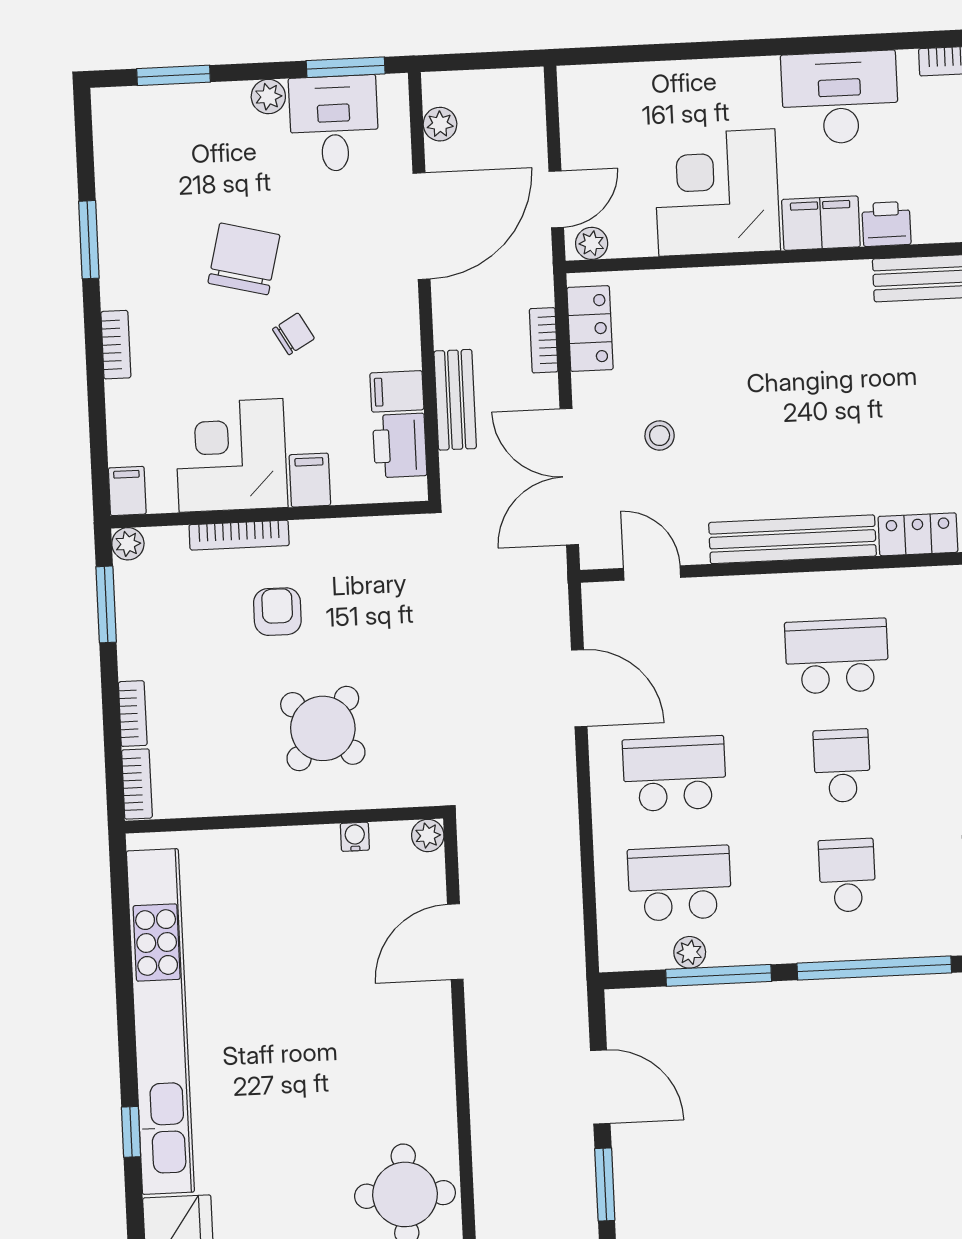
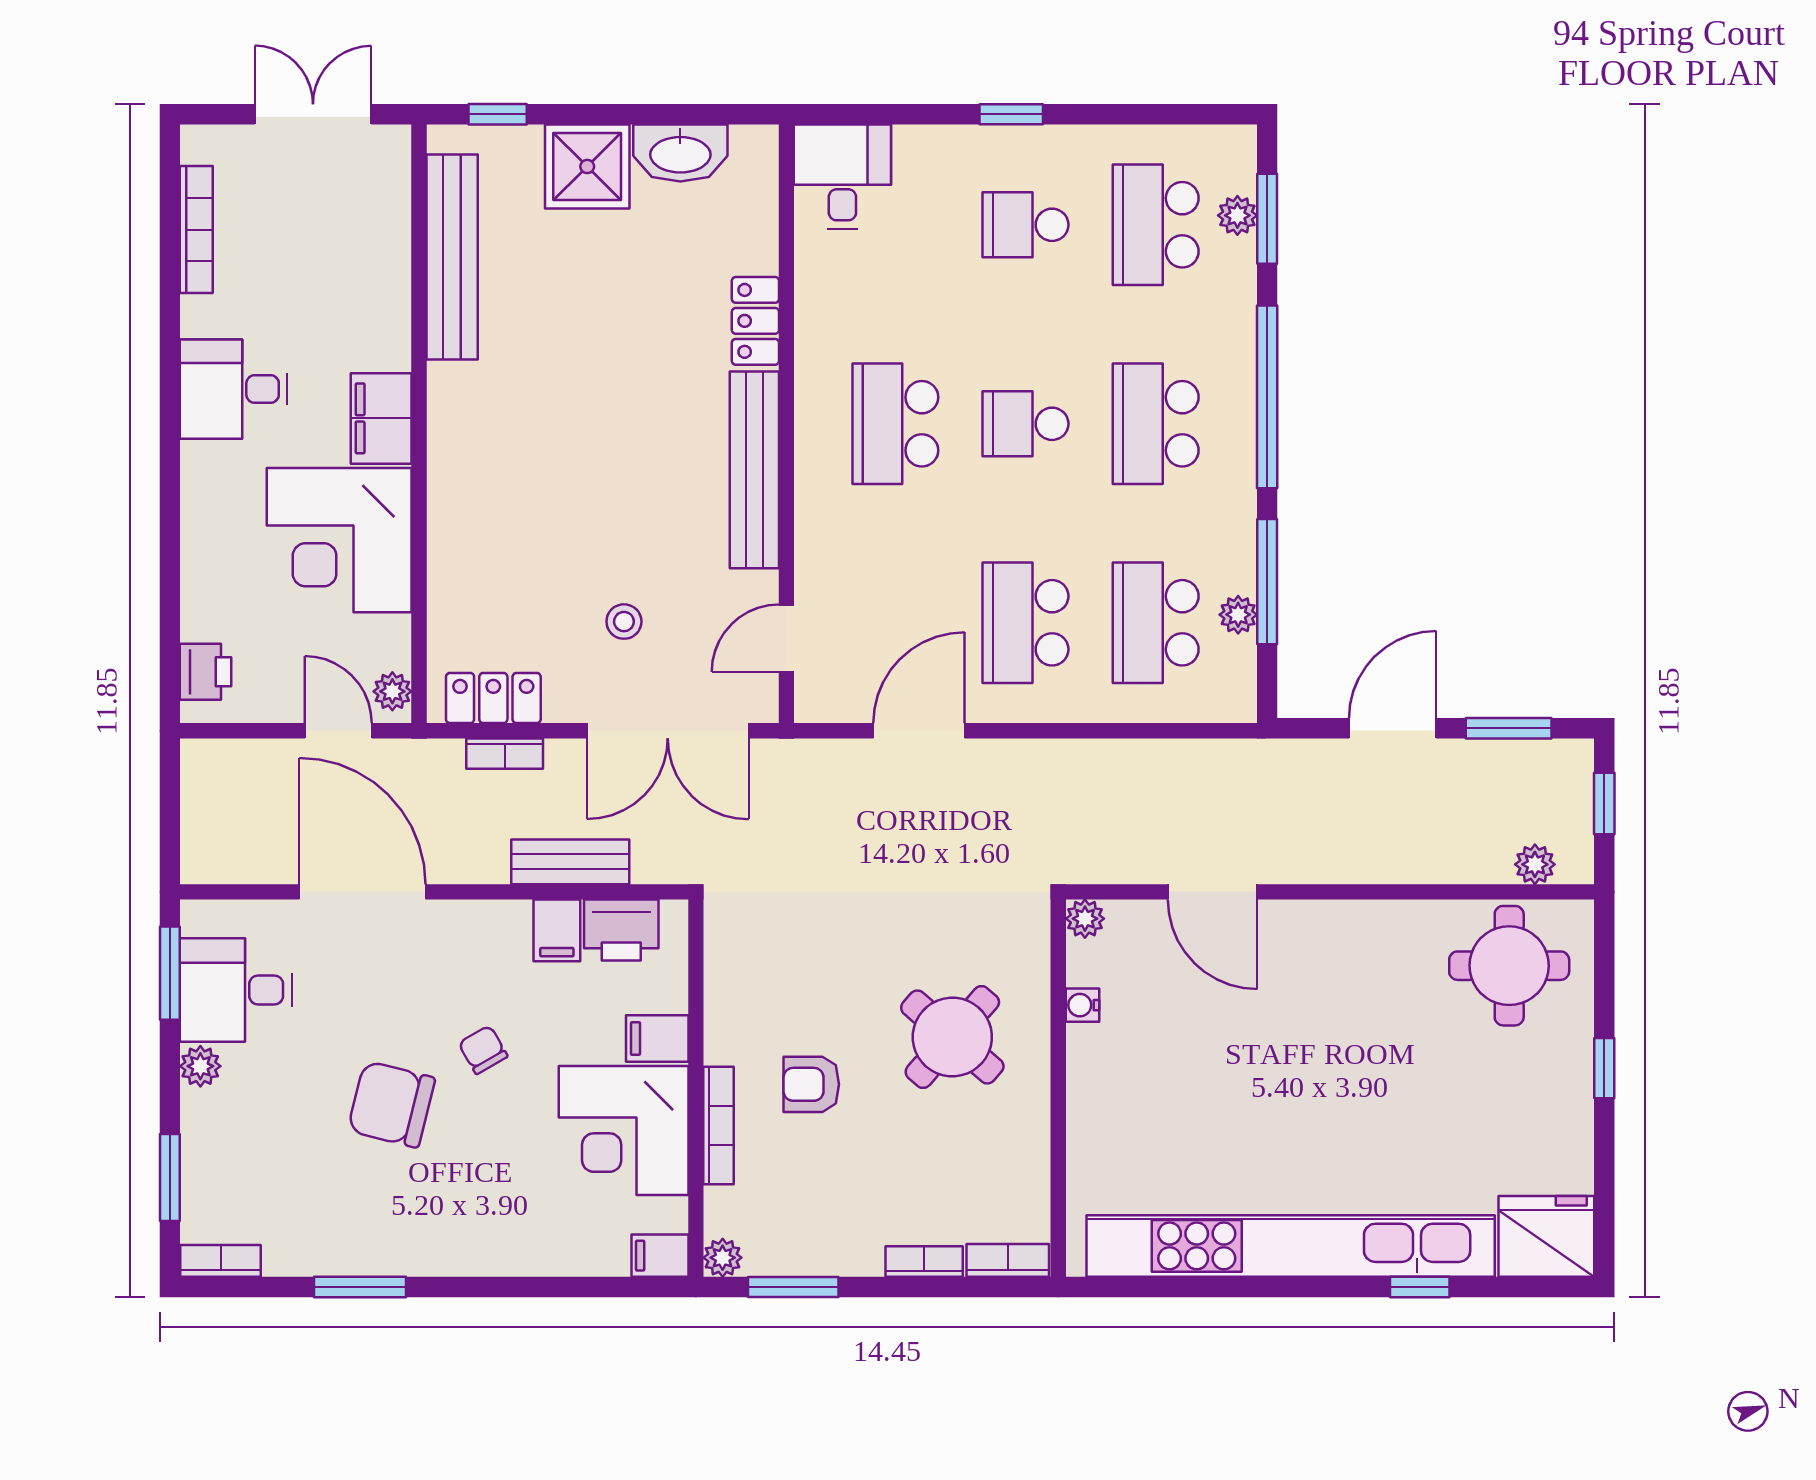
desk: (840, 98) -> (234, 389), width x0.73
plant: (440, 124) -> (1535, 864), moved
printer: (886, 224) -> (206, 672), moved, turned 180
bookcase: (116, 345) -> (221, 1261), moved
school desk: (847, 875) -> (1156, 424), width x1.85

